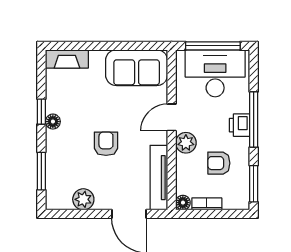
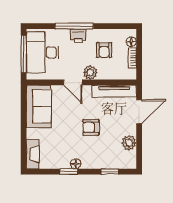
window: (41, 171) -> (110, 172), width x0.67
window: (254, 184) -> (118, 26), removed
floor lamp: (183, 203) -> (131, 42), moved

